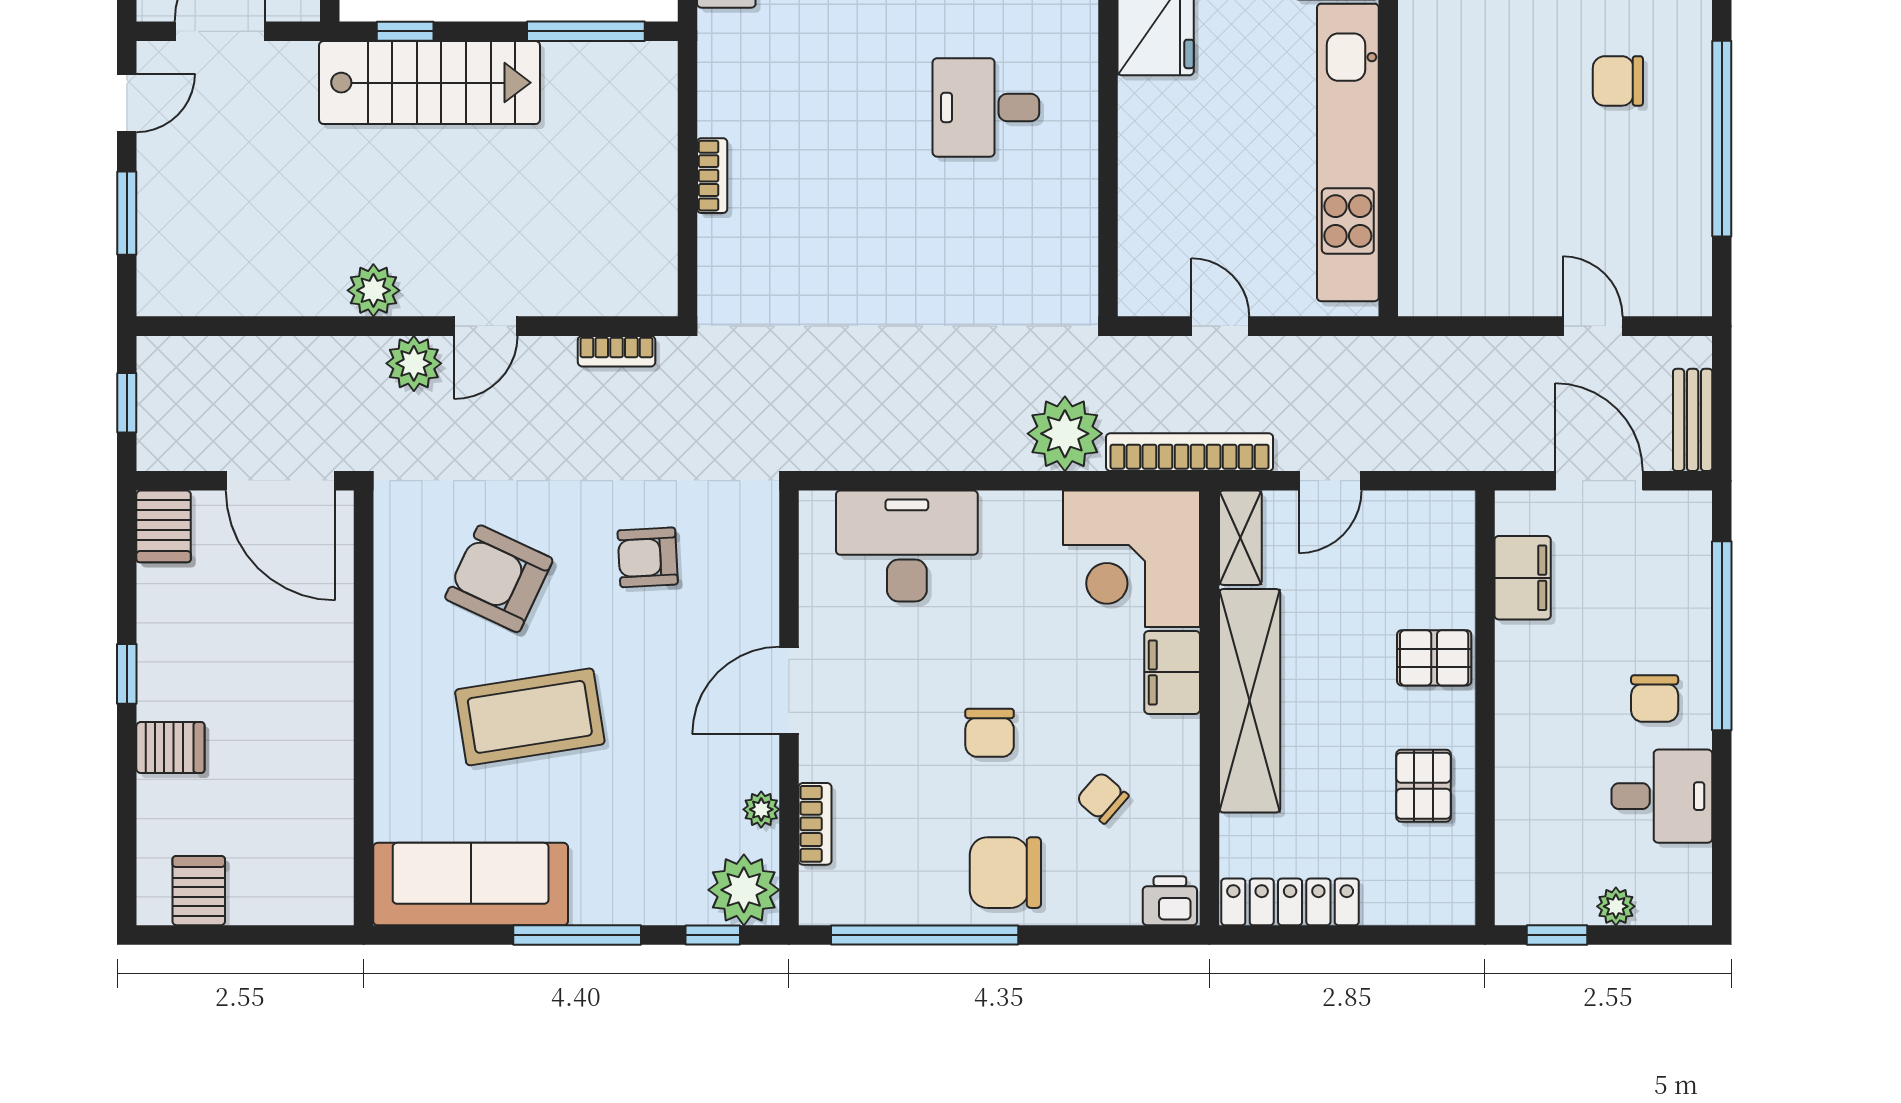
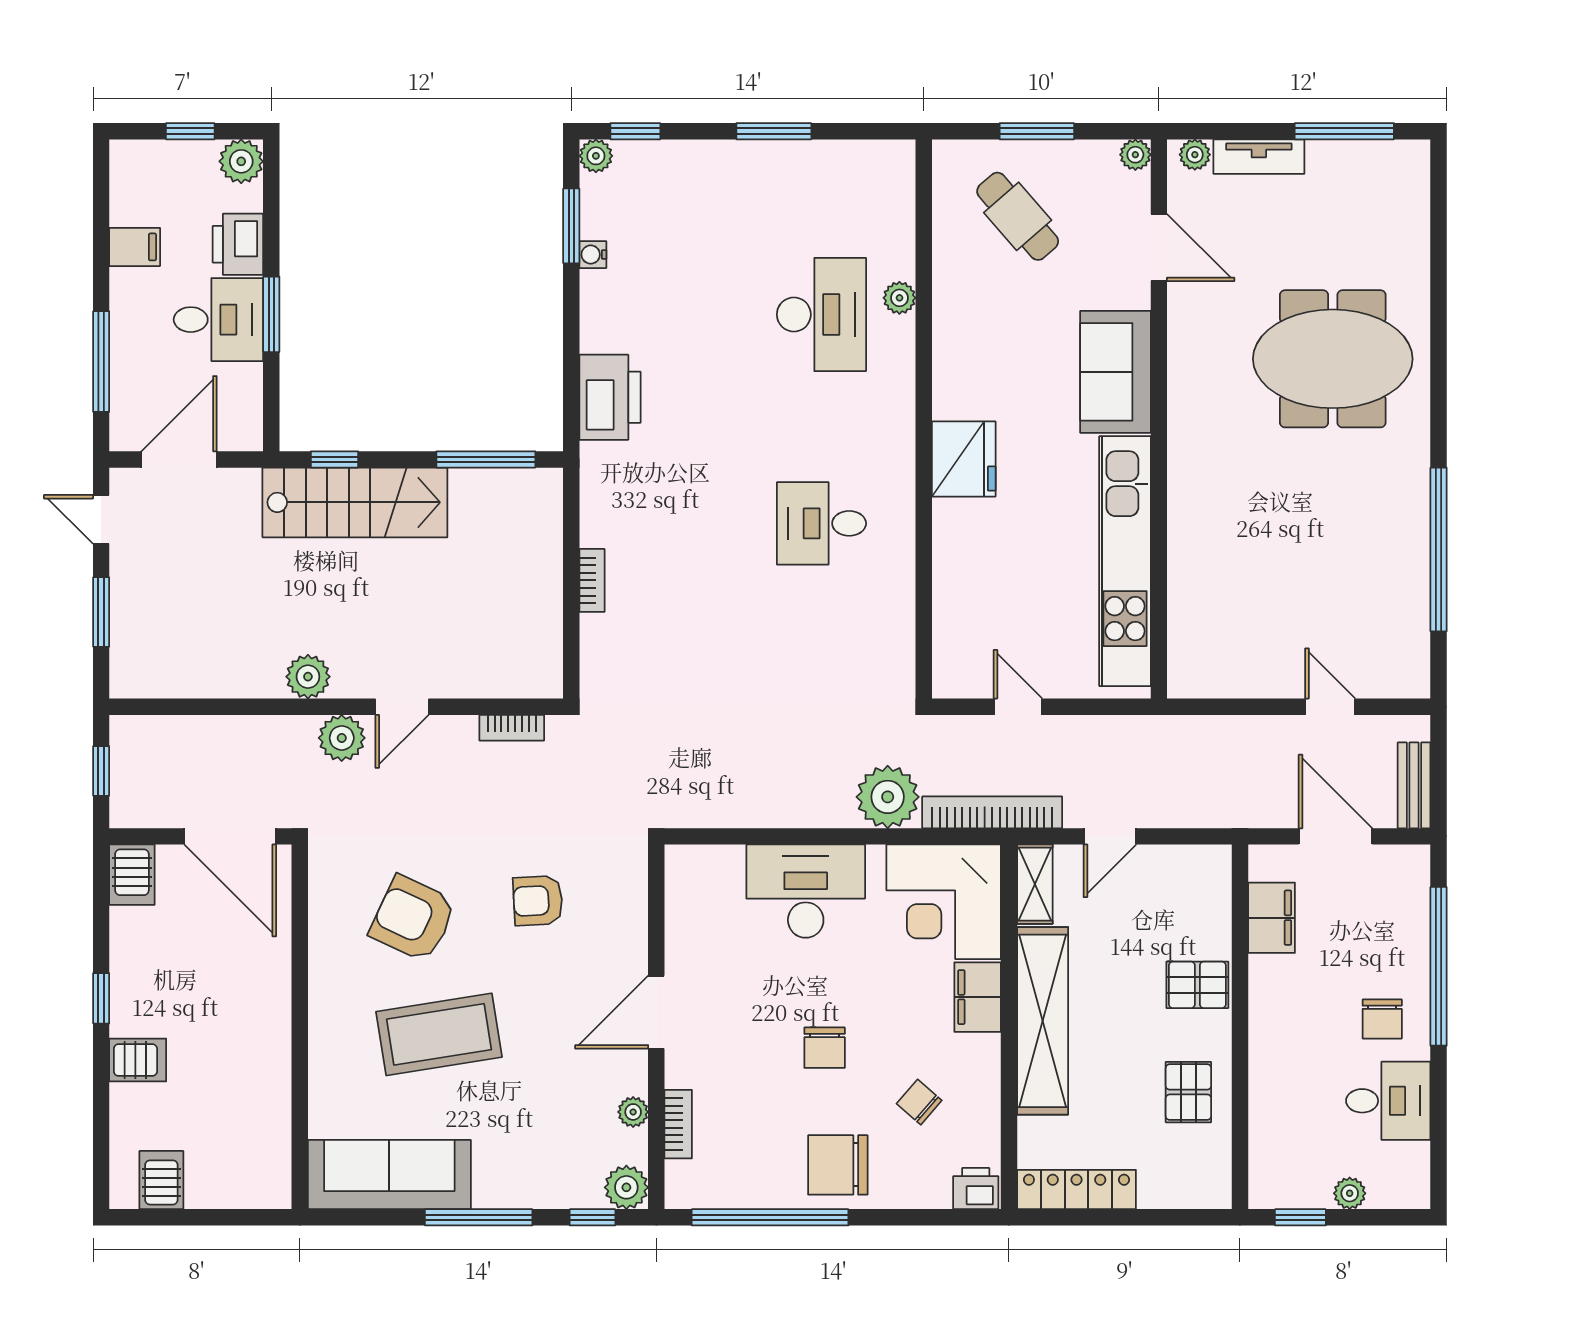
chair: (1618, 81) -> (1351, 501), removed
door: (127, 103) -> (101, 519), swing flipped
desk: (907, 546) -> (806, 891), moved
plant: (744, 890) -> (626, 1187), width x0.73, depth x0.73

